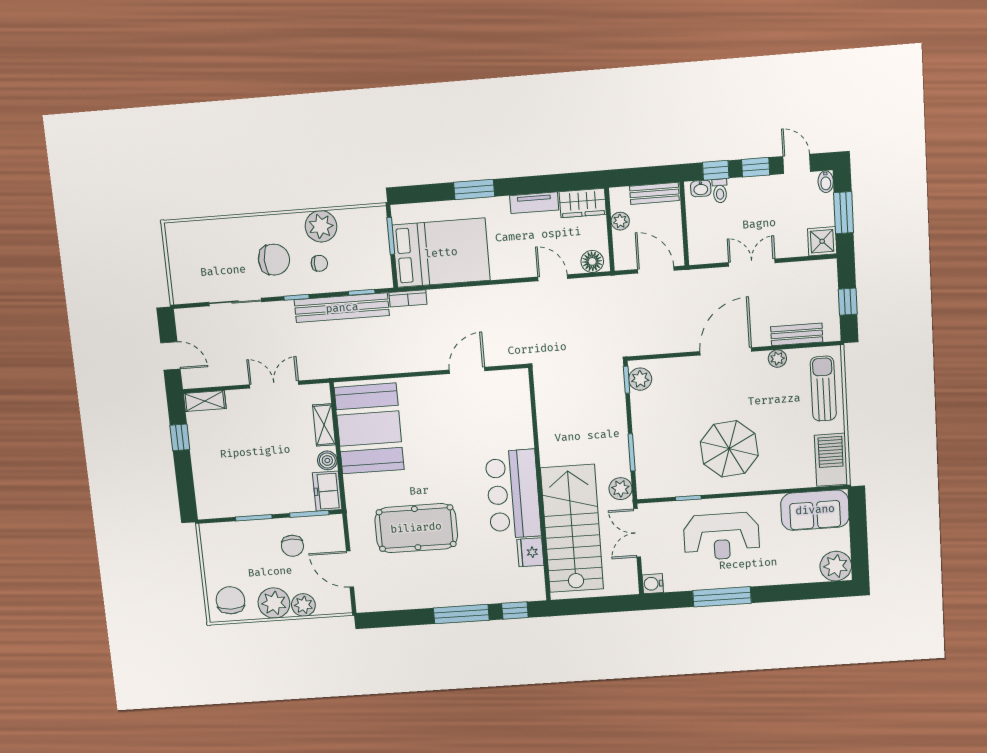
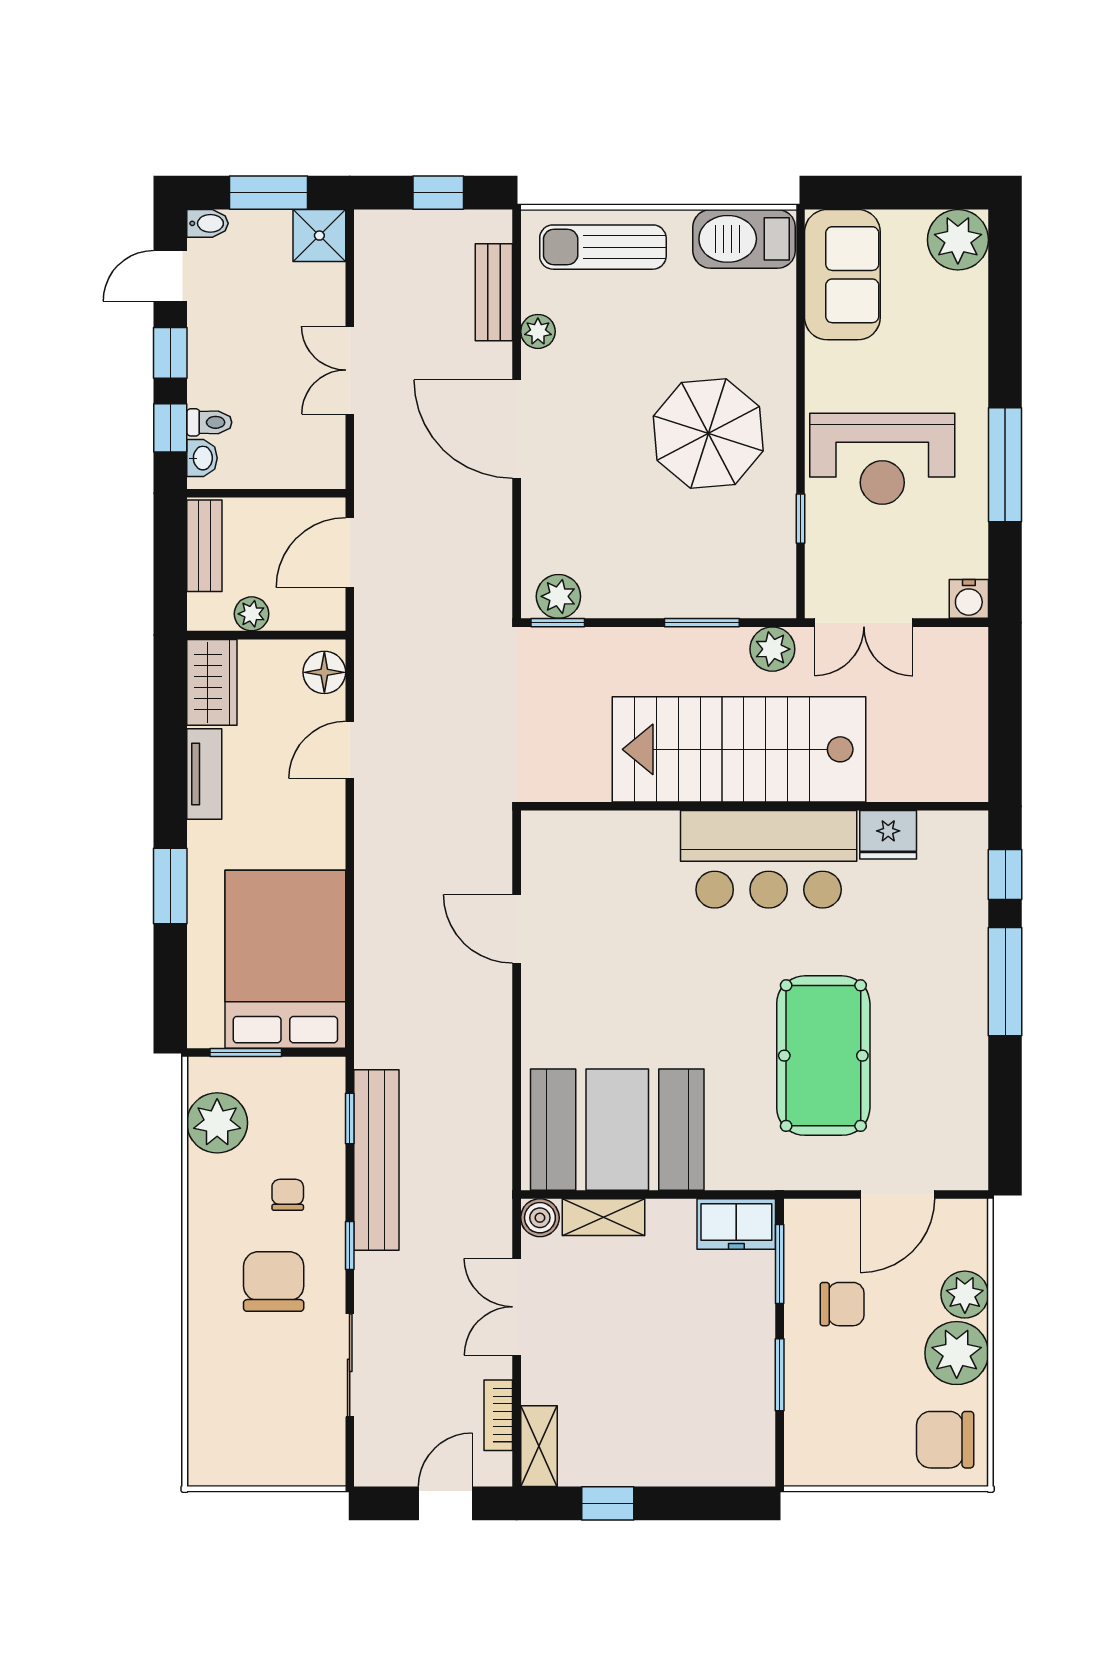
plant: (321, 226) -> (217, 1123), moved
bookcase: (408, 298) -> (498, 1415), moved, turned 180
boiler: (327, 460) -> (540, 1218), moved
stairs: (572, 529) -> (739, 749), moved
reception desk: (721, 536) -> (882, 459), turned 90

